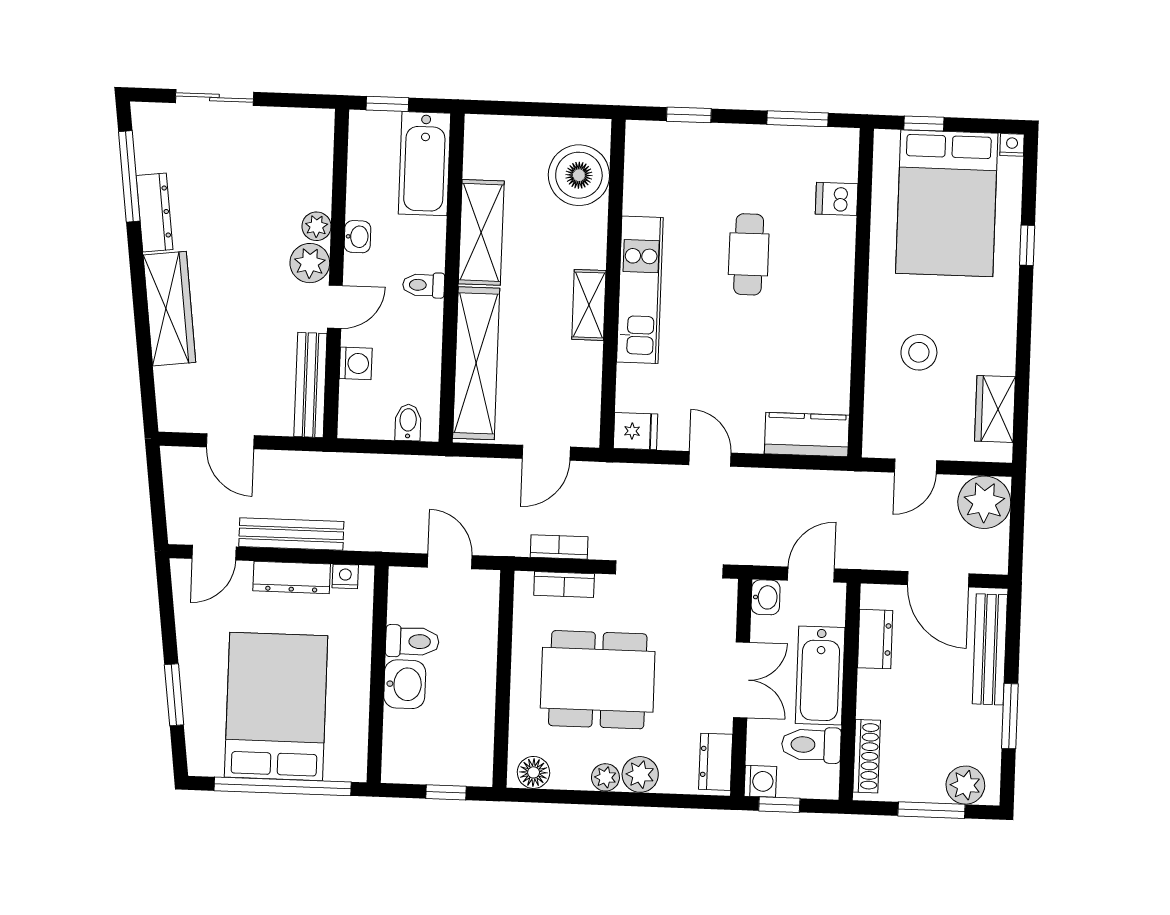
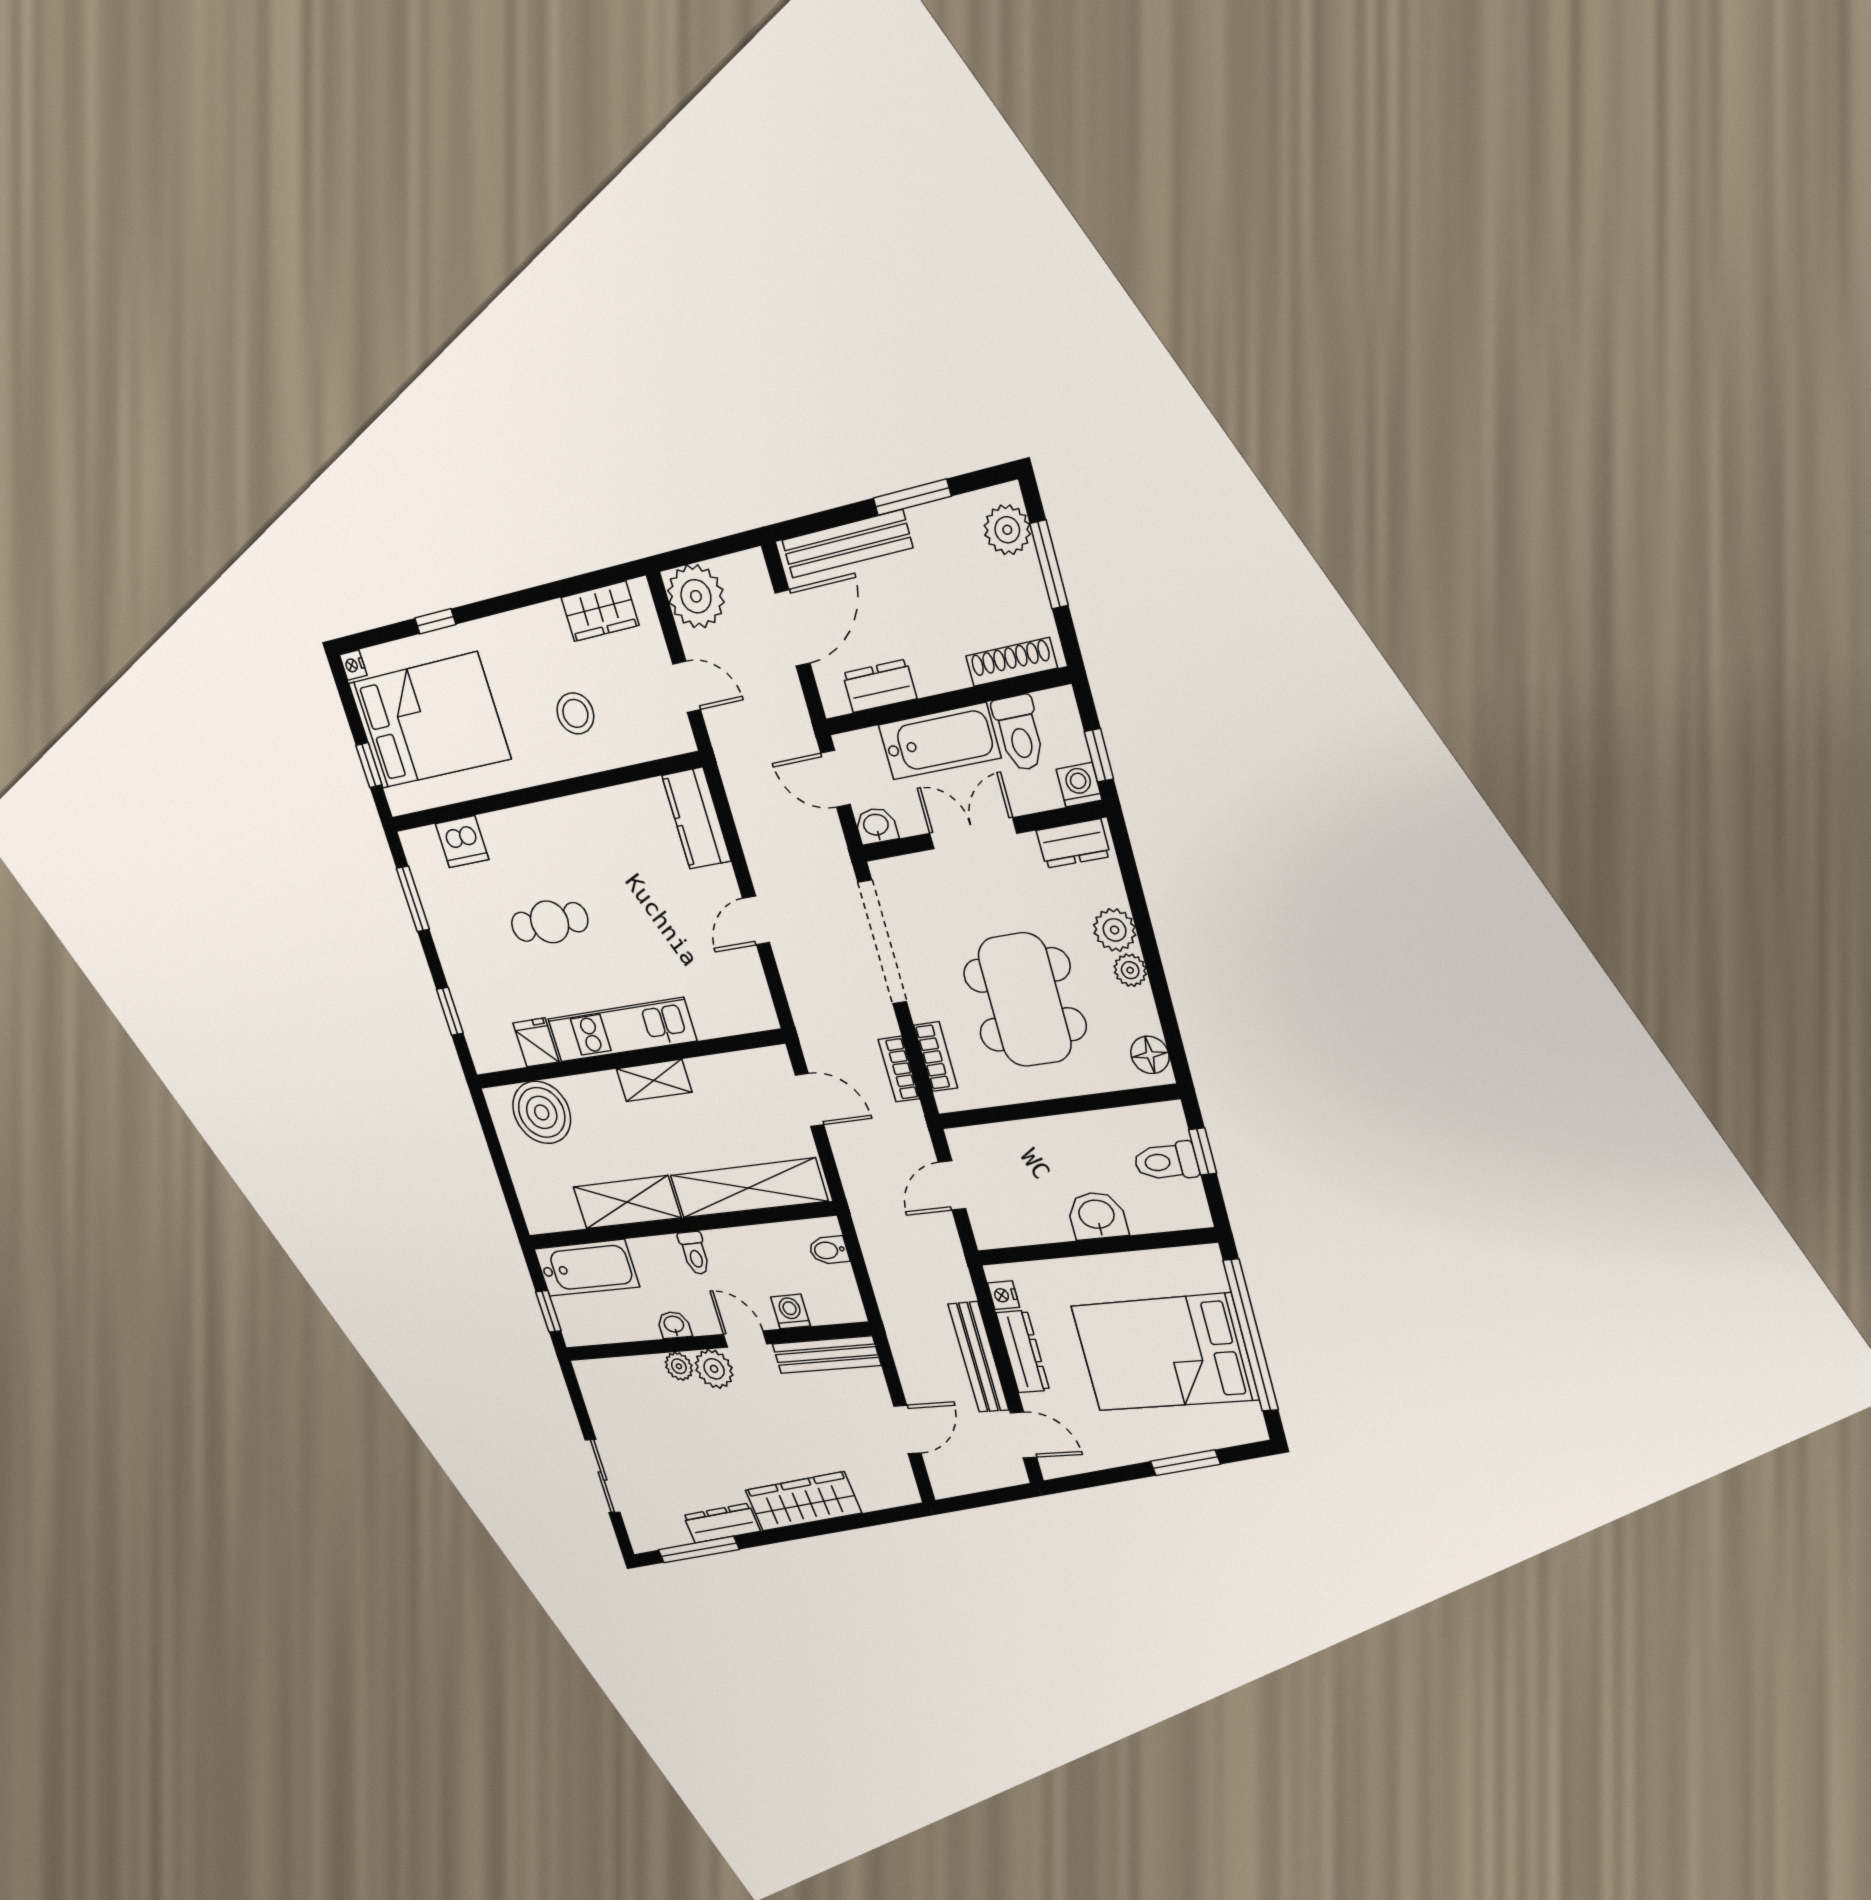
dishwasher: (837, 199) -> (462, 842), width x1.38
fridge: (636, 431) -> (536, 1042), moved
toilet: (412, 641) -> (1166, 1162), moved, turned -90

